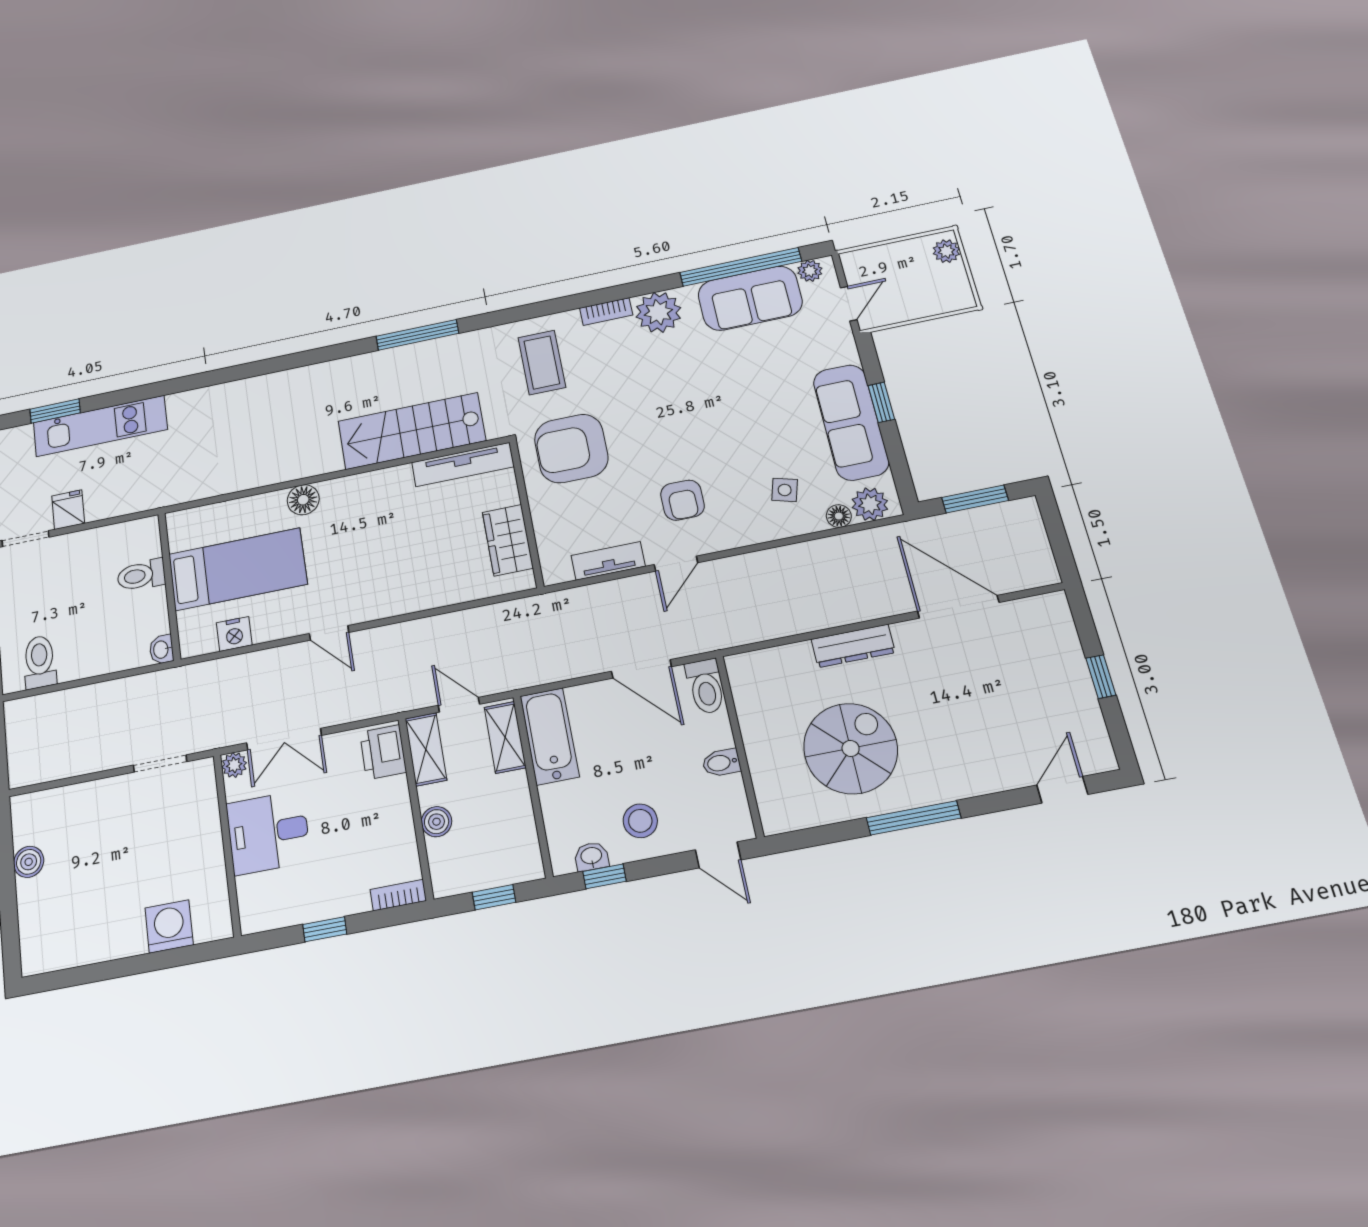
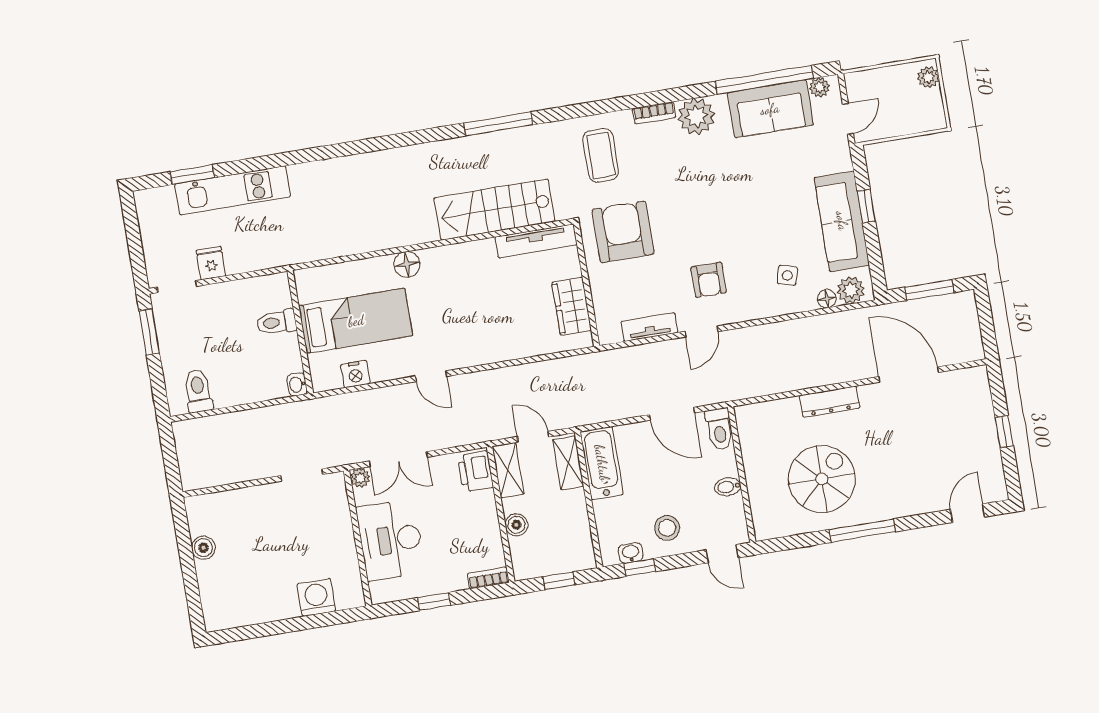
armchair: (571, 448) -> (623, 232), turned 90
desk: (268, 832) -> (391, 540), width x1.37

